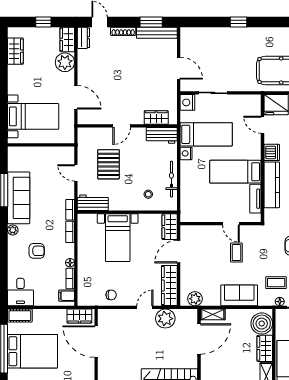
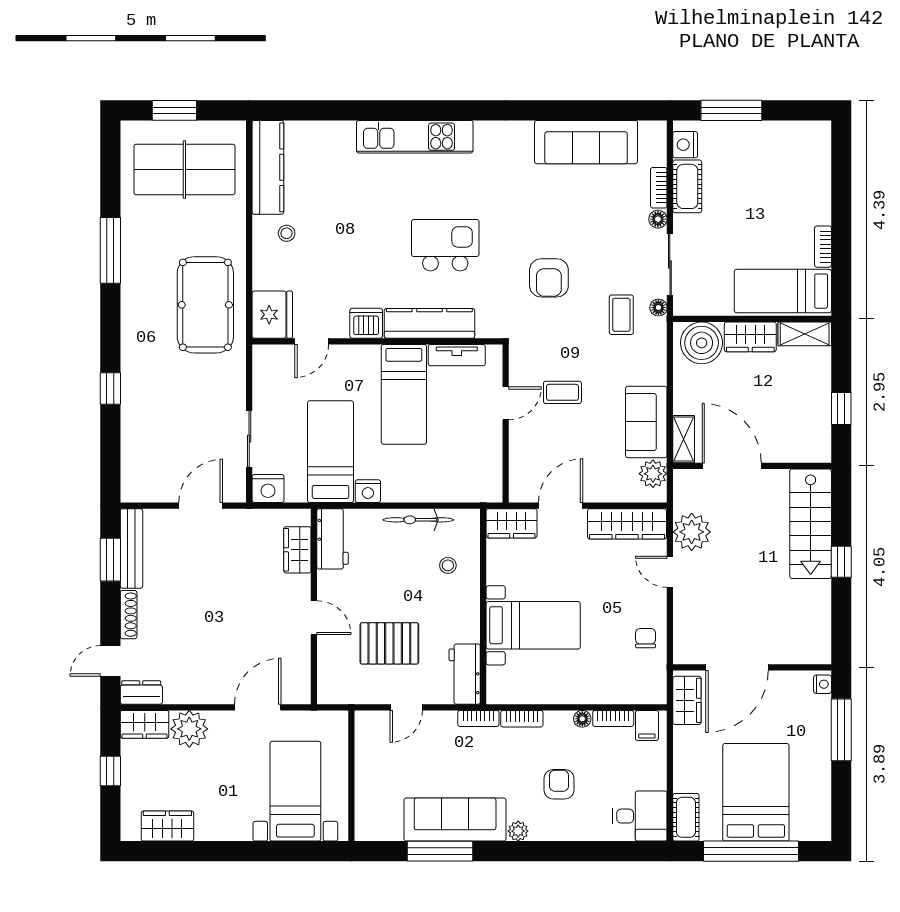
door: (179, 252) -> (561, 506), swing flipped
sofa: (239, 295) -> (646, 422), moved

